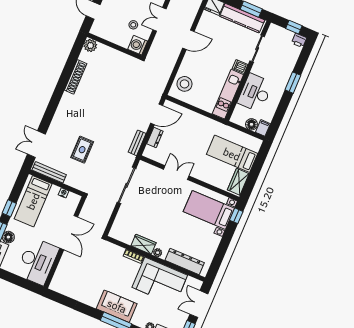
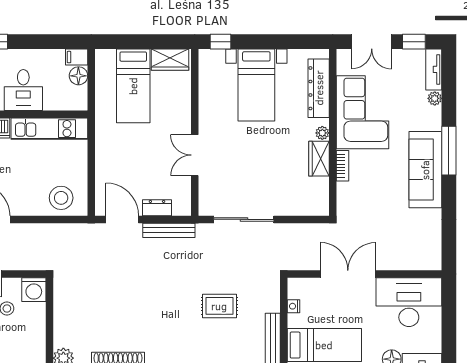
desk: (255, 93) -> (23, 90), width x0.73
bench: (137, 143) -> (169, 230), width x1.36
bed with nightstands: (209, 210) -> (256, 85), moved
sofa: (117, 306) -> (425, 170), width x1.36

